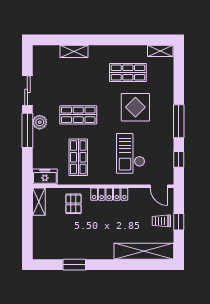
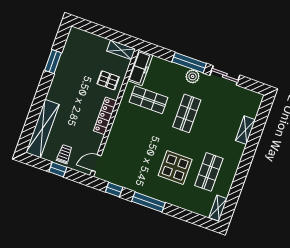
checkout: (131, 153) -> (135, 148), removed
freezer: (45, 177) -> (140, 68), width x1.40

